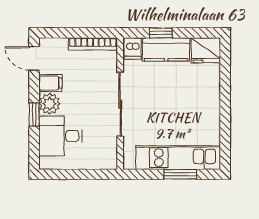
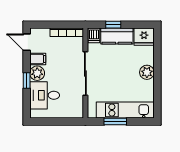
plant: (210, 102) -> (147, 72), added
window: (180, 174) -> (115, 121), moved

